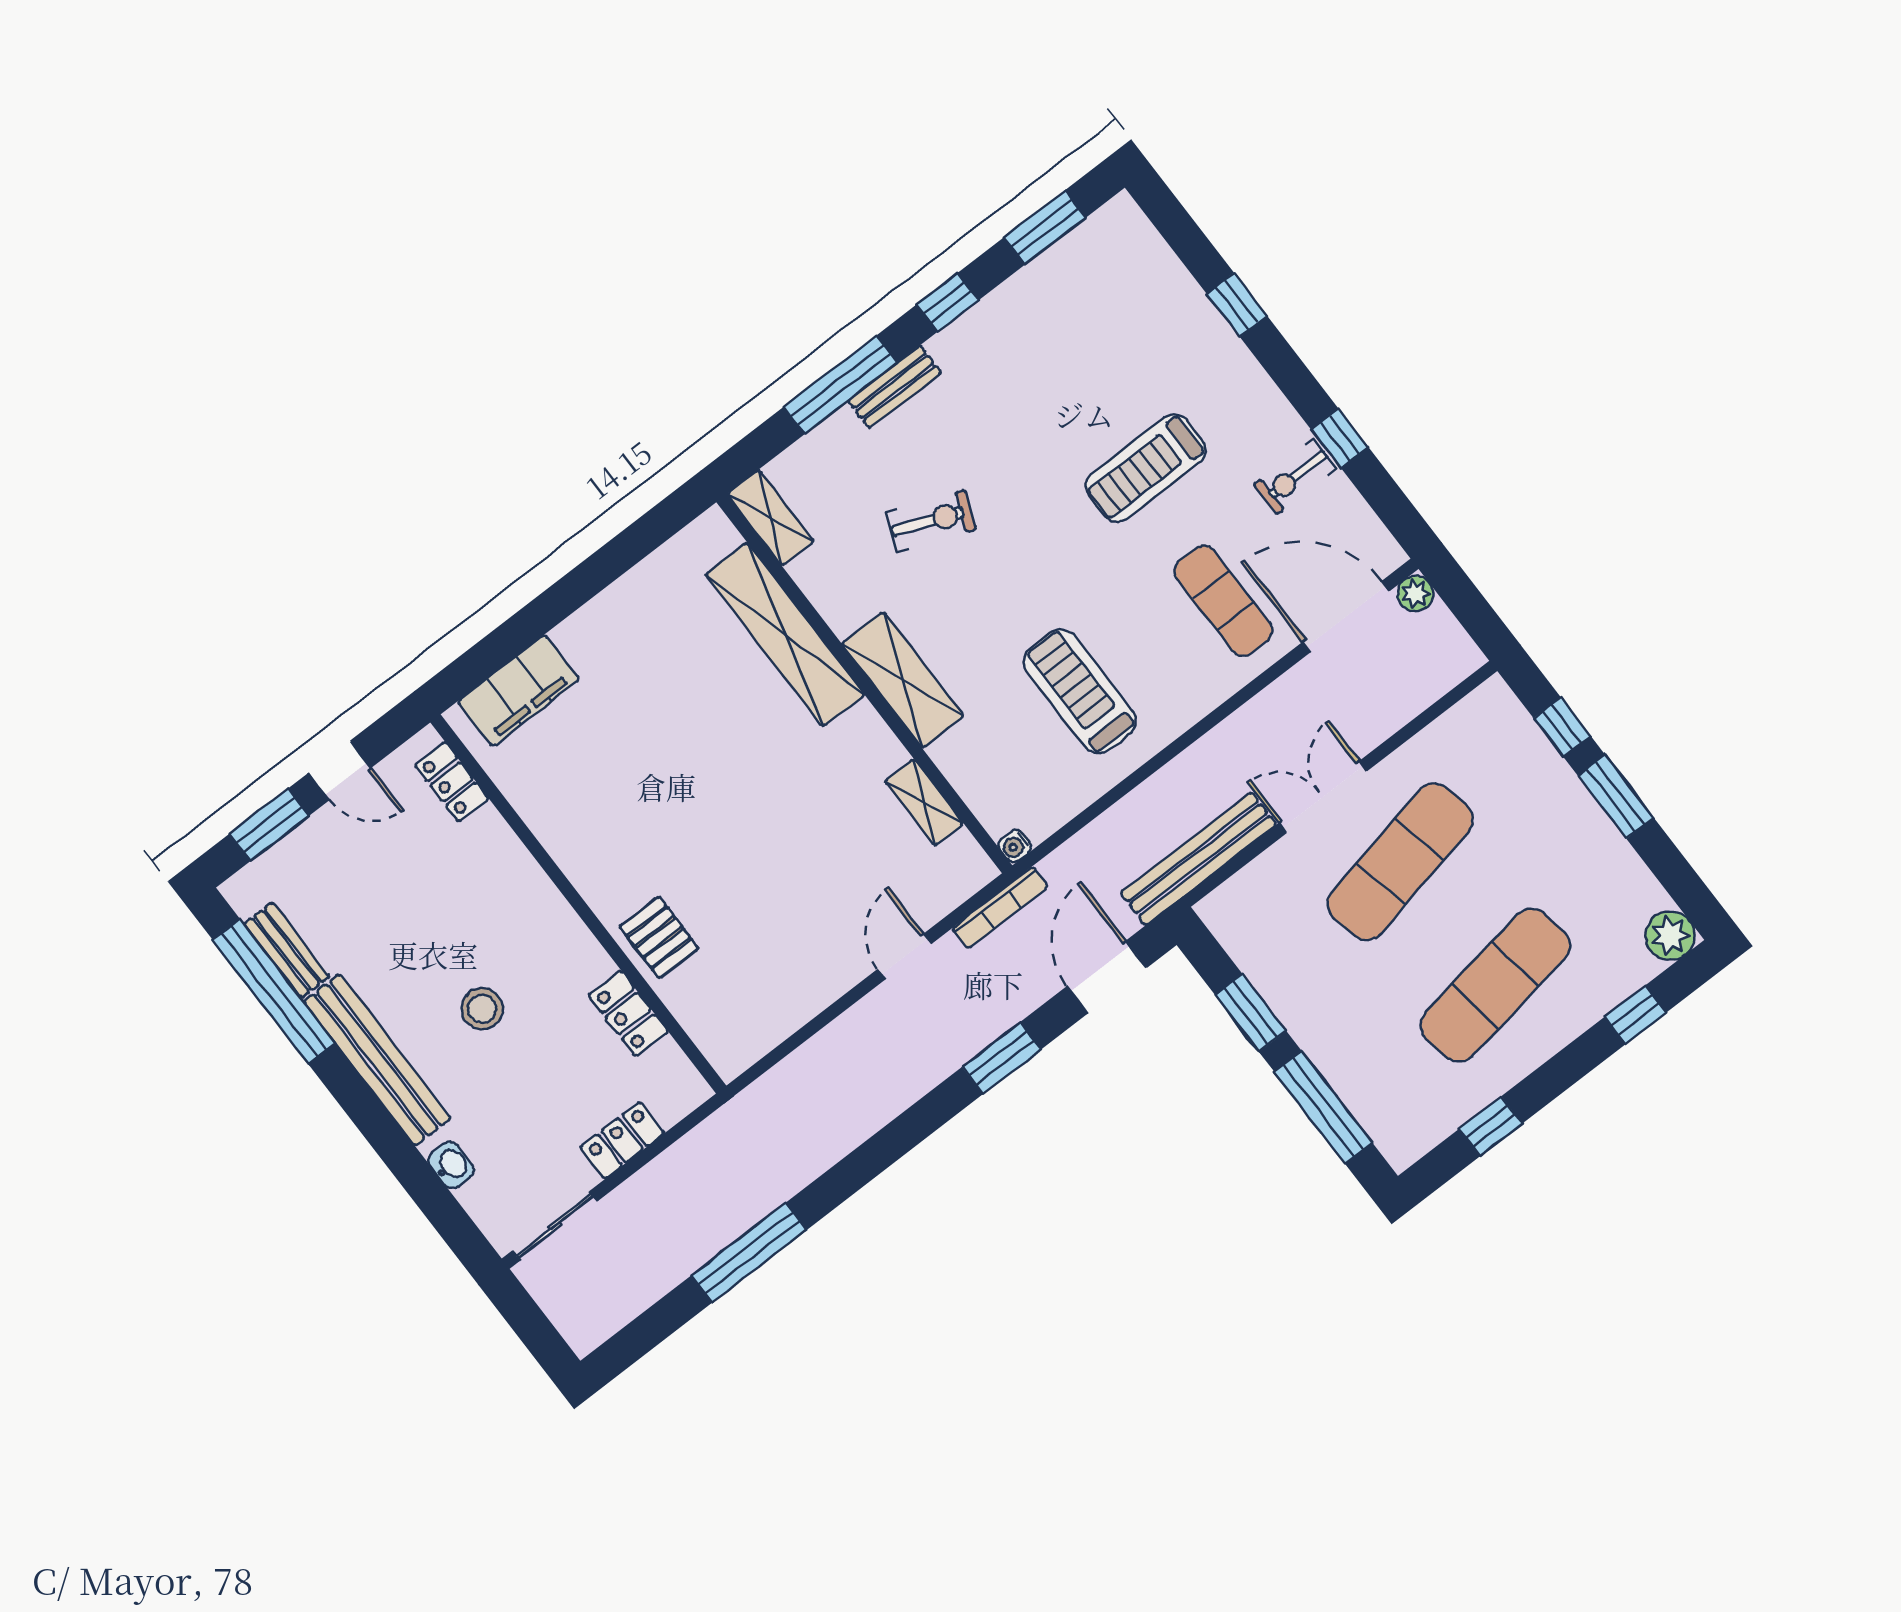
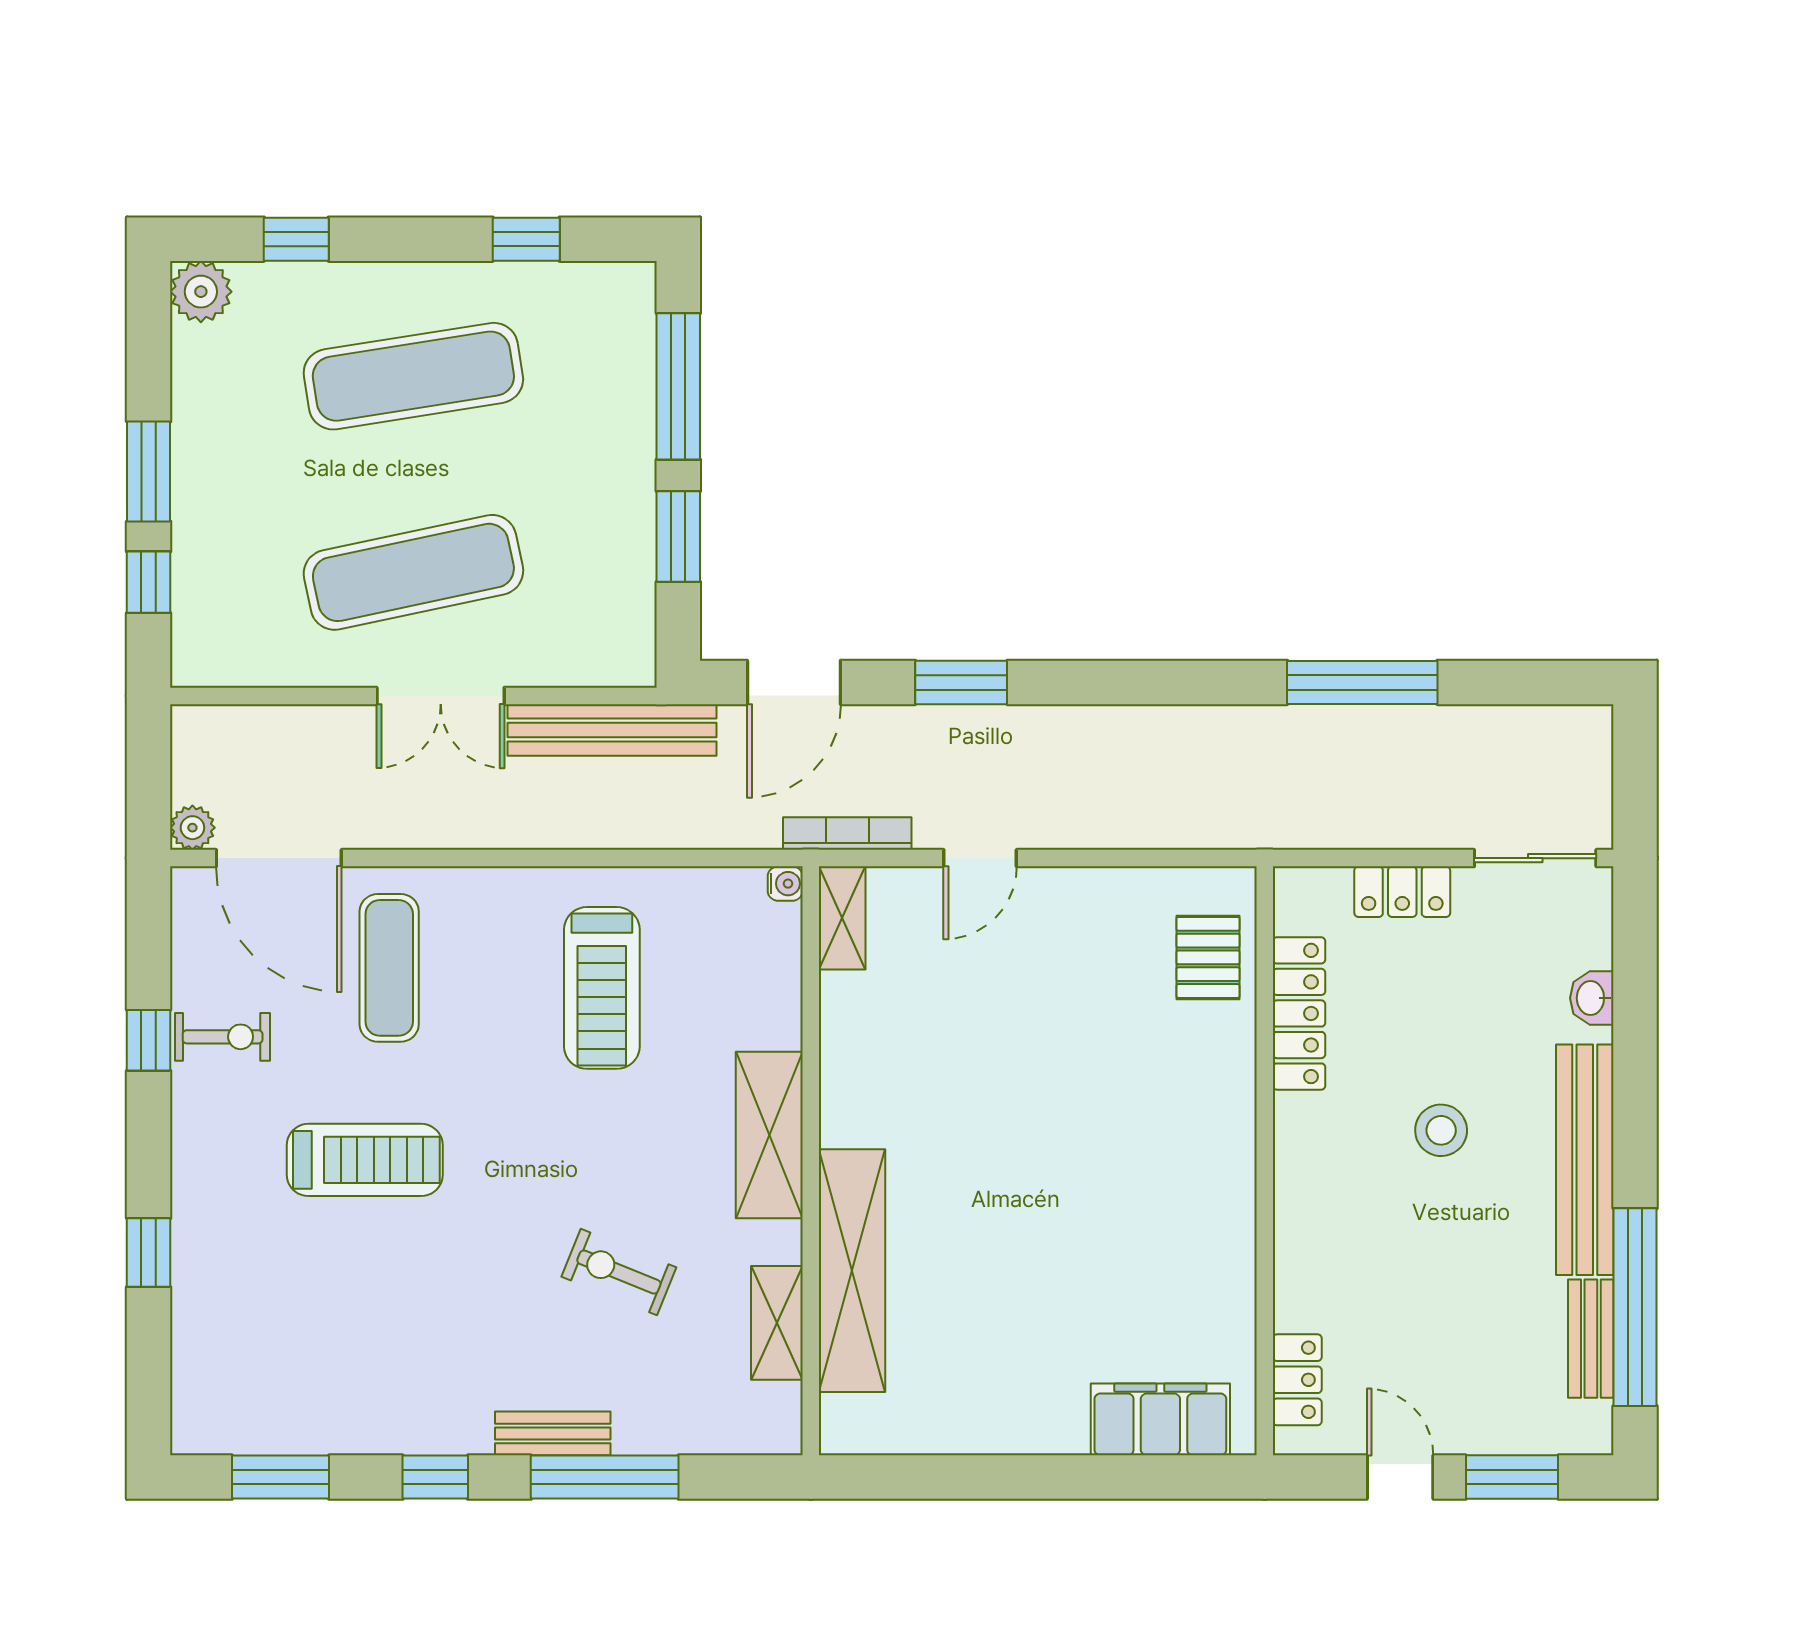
shelving: (770, 518) -> (777, 1323), moved
shelving: (924, 802) -> (842, 918), moved
pallet: (659, 937) -> (1208, 957), moved
locker: (628, 1013) -> (1299, 1013), width x1.53

